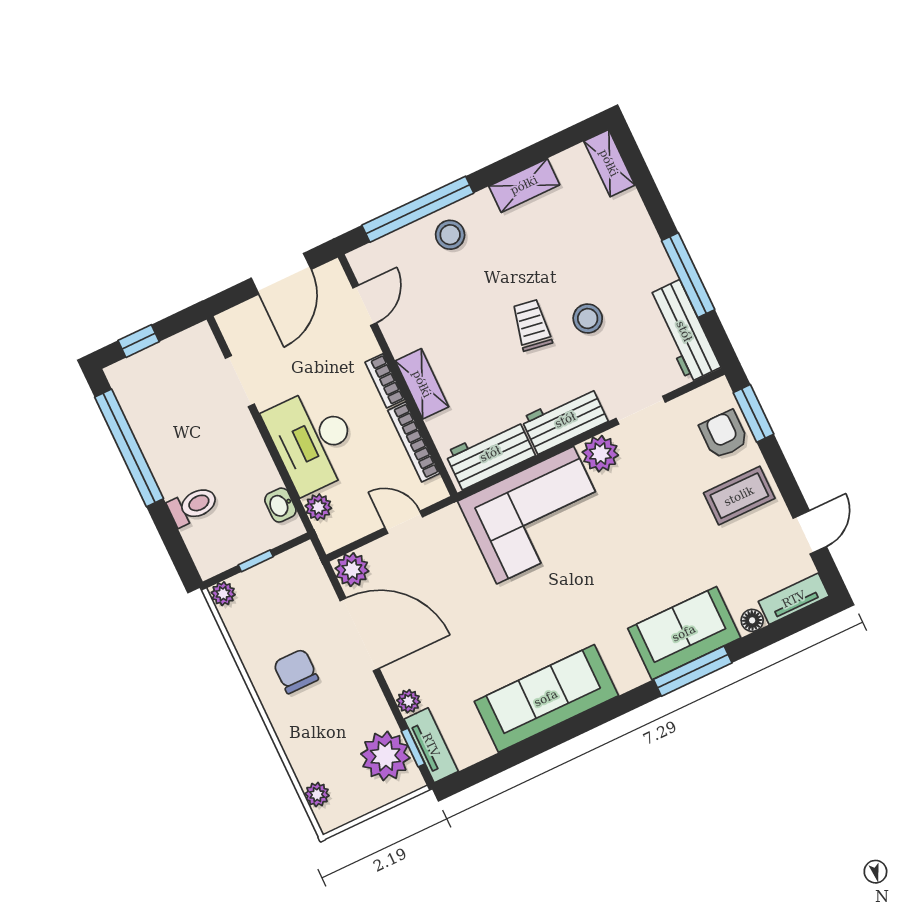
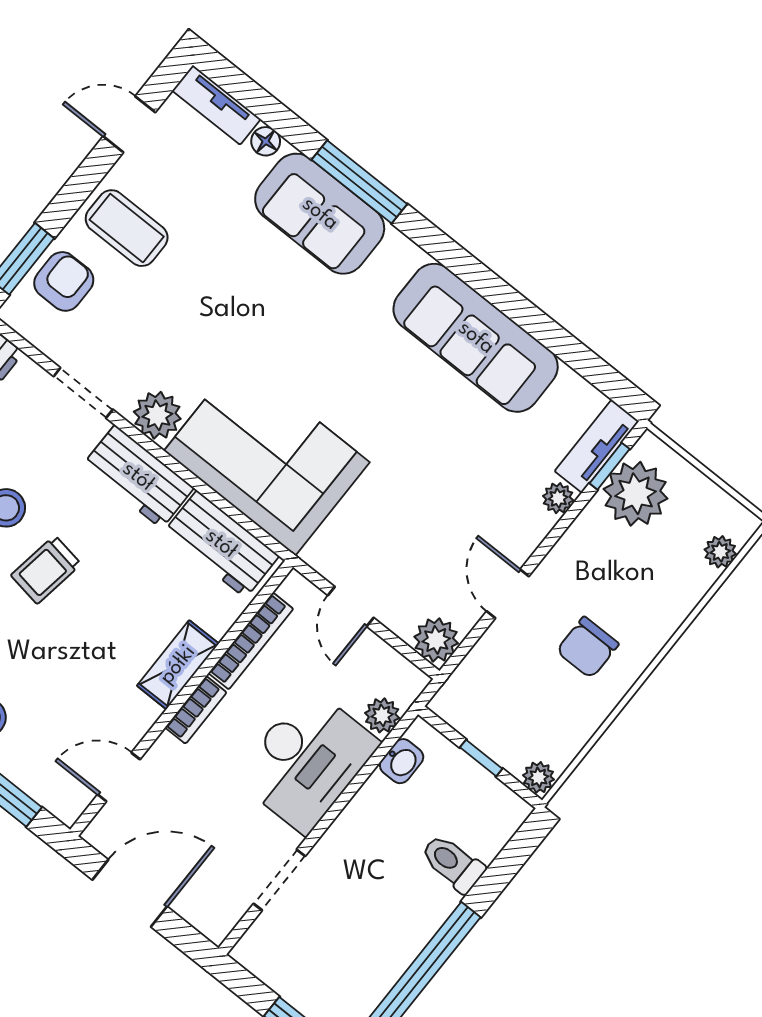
armchair: (724, 434) -> (64, 281), turned 180
door: (360, 634) -> (508, 594), width x0.53

